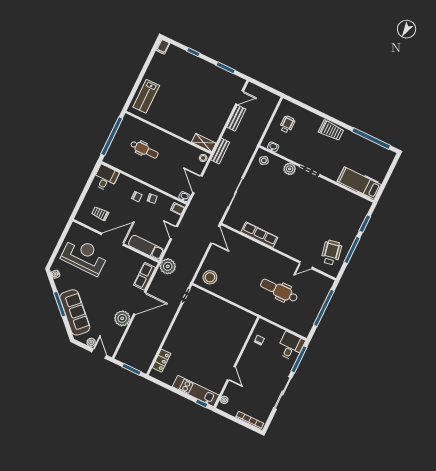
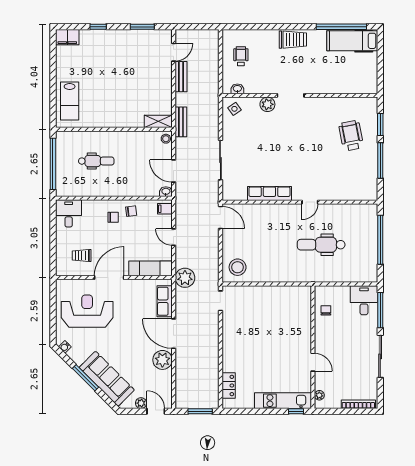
filing cabinet: (163, 47) -> (67, 37), width x2.00
hospital bed: (359, 183) -> (352, 41), moved
wheelchair: (331, 253) -> (351, 136), moved
door: (306, 265) -> (310, 202), moved
door: (140, 303) -> (174, 334), swing flipped

